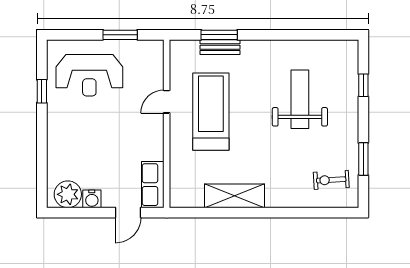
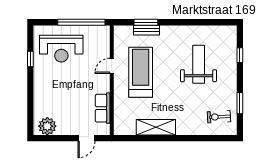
window: (120, 35) -> (81, 22), width x2.11
row of seats: (153, 185) -> (103, 108), moved
water cooler: (92, 199) -> (63, 129), removed

